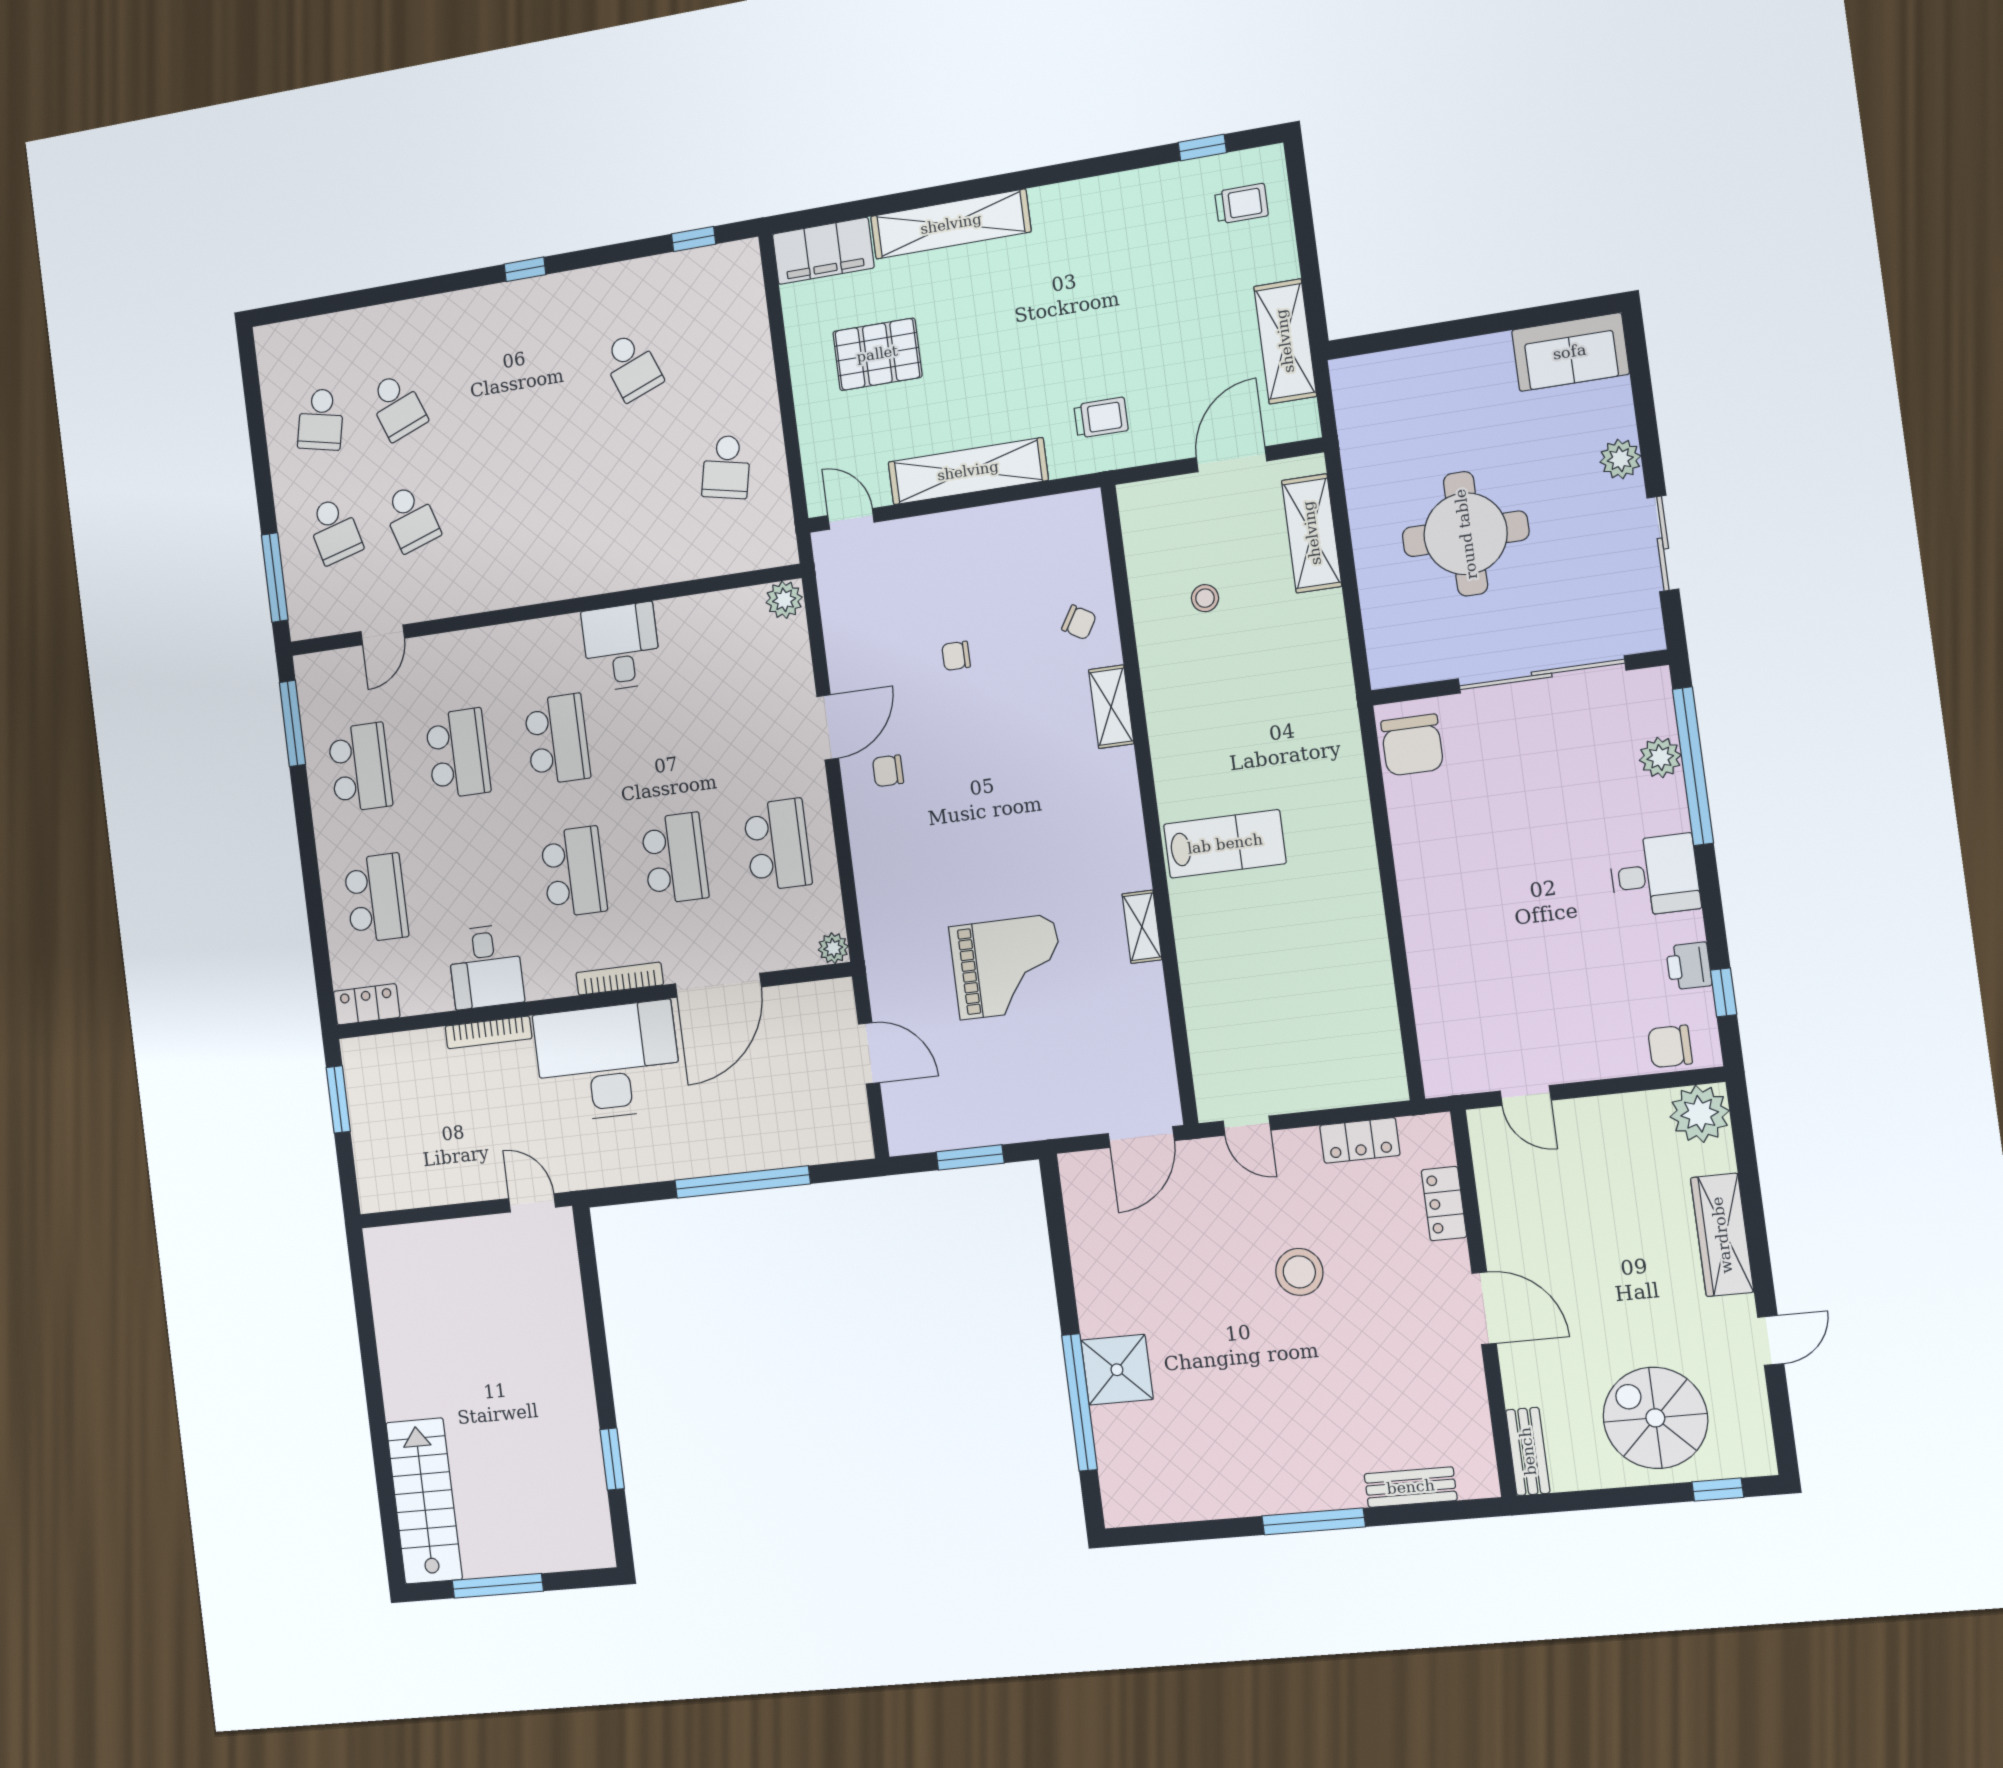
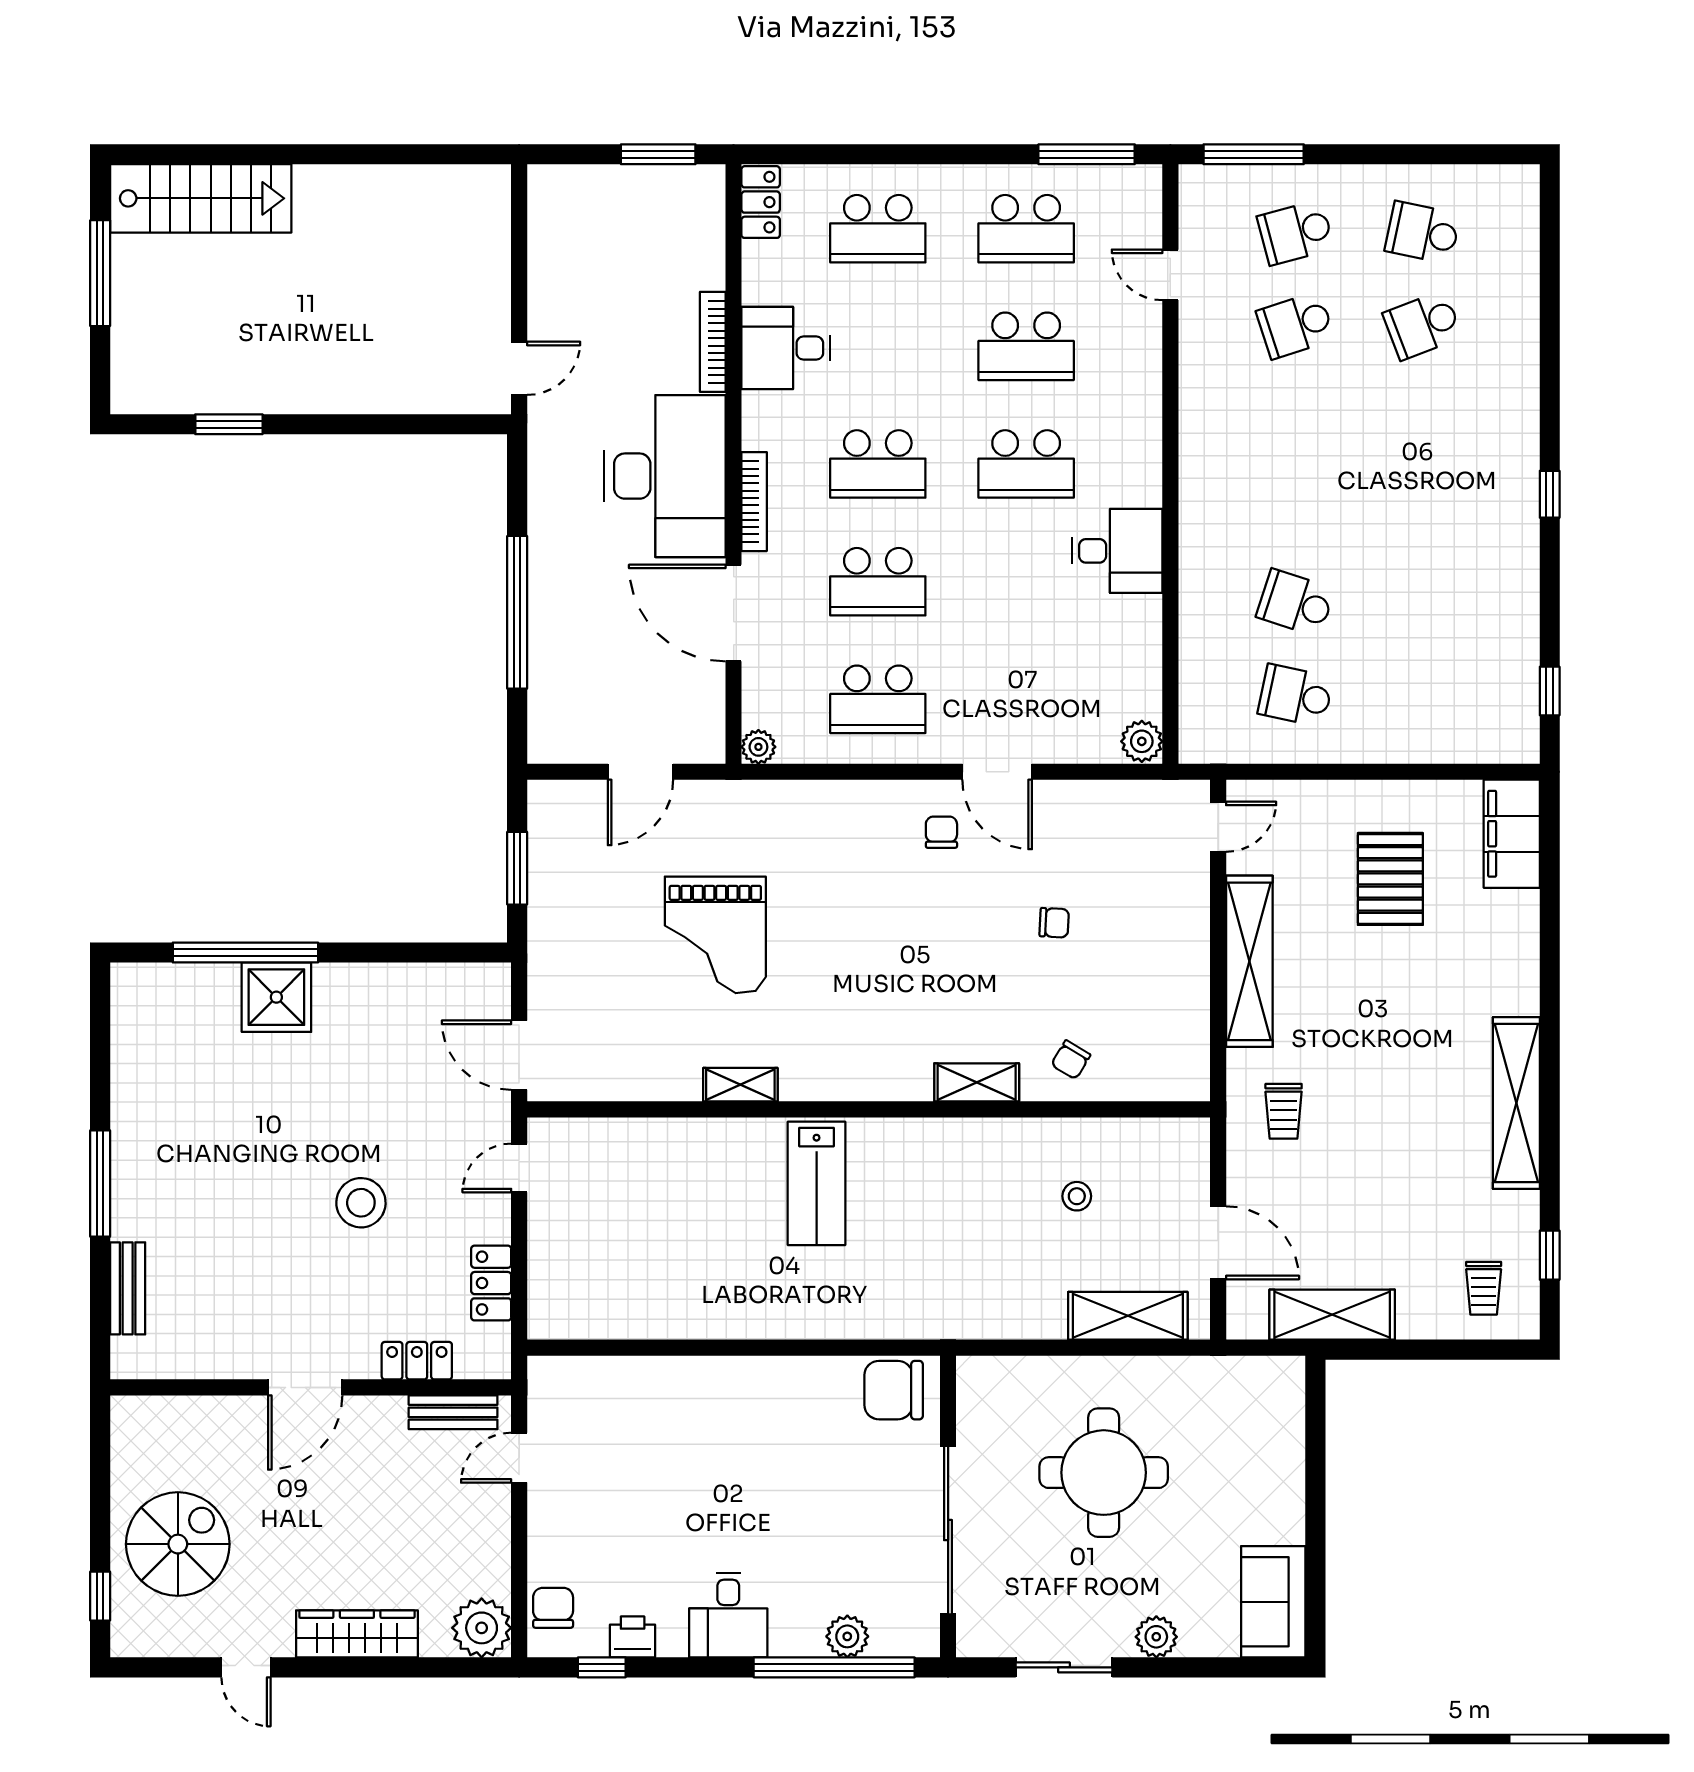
shelving: (951, 224) -> (1516, 1103), moved
school desk: (632, 366) -> (1296, 603), moved, turned 39
chair: (956, 656) -> (1054, 923), turned 93
bench: (1528, 1451) -> (453, 1412), moved

